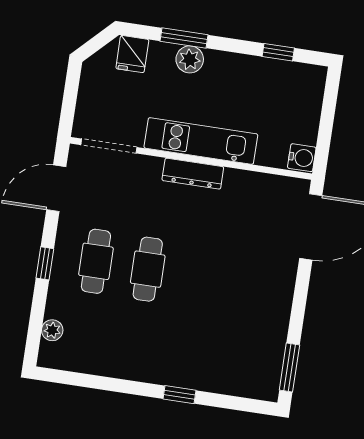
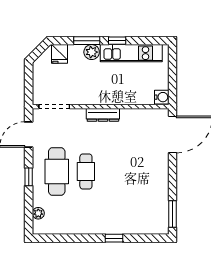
window: (278, 52) -> (117, 41), moved
kitchen unit: (201, 141) -> (131, 53), moved, turned 180
cafe table: (96, 261) -> (57, 171), width x1.37, depth x1.35

